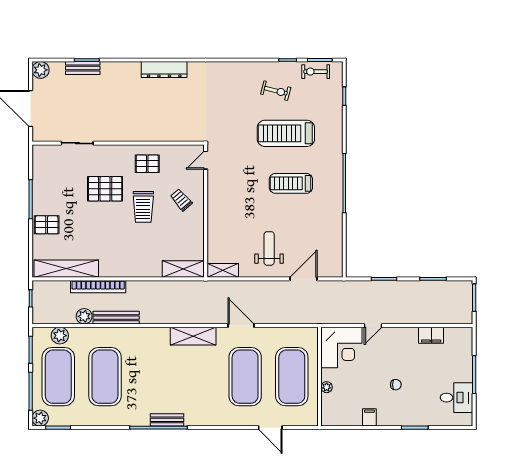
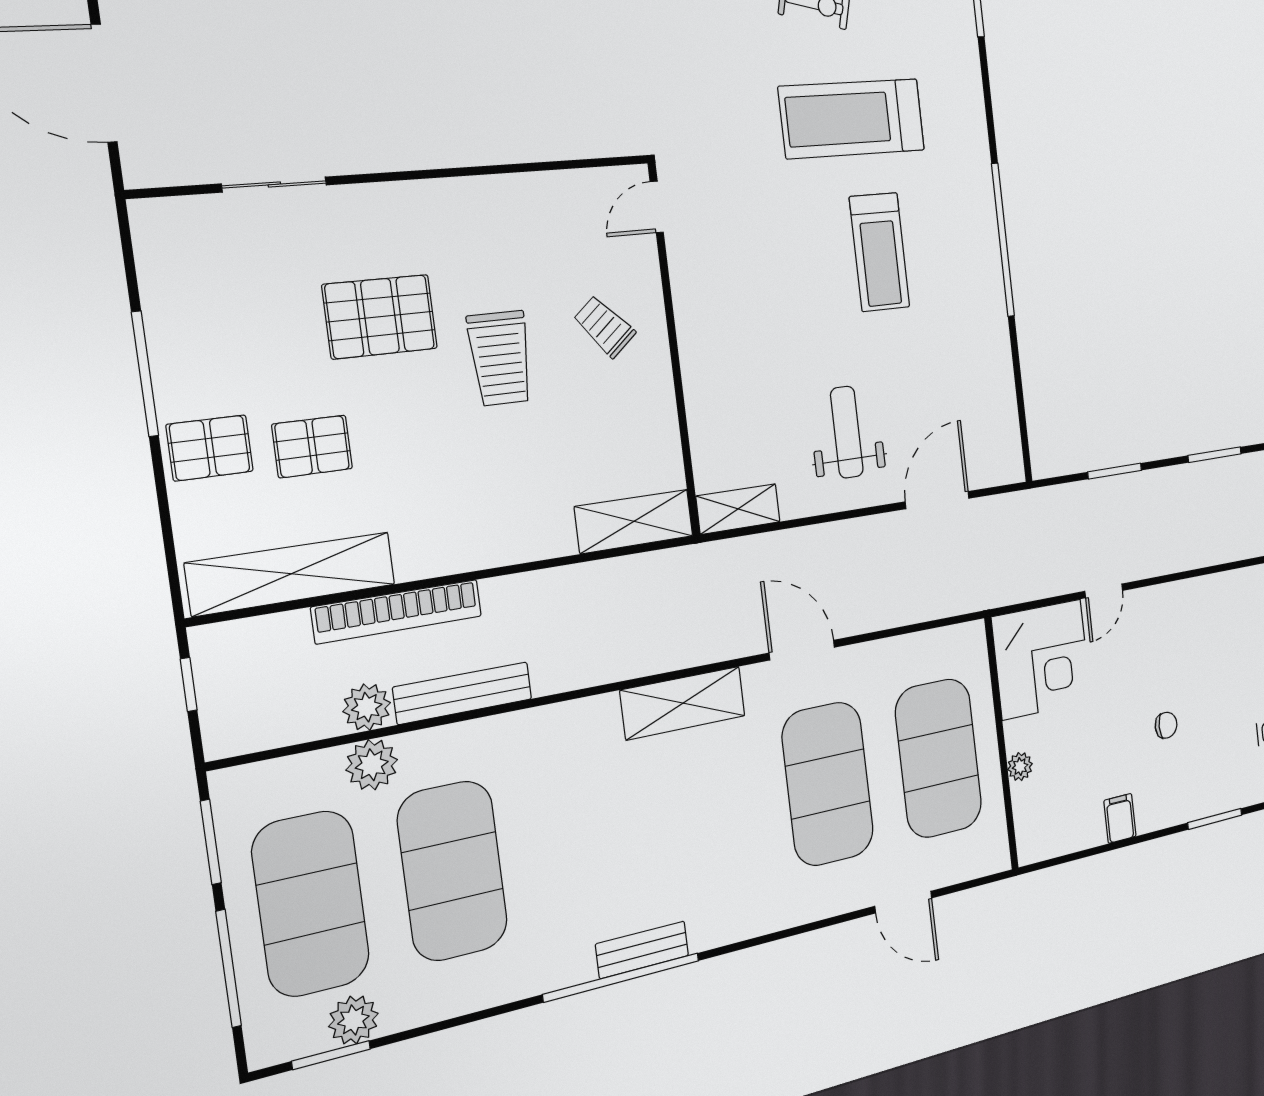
pallet: (147, 164) -> (312, 446), moved
treadmill: (291, 183) -> (880, 252), turned -90
filing cabinet: (431, 335) -> (1225, 591), removed
plant: (60, 336) -> (372, 765), moved
plant: (40, 418) -> (353, 1020), moved

